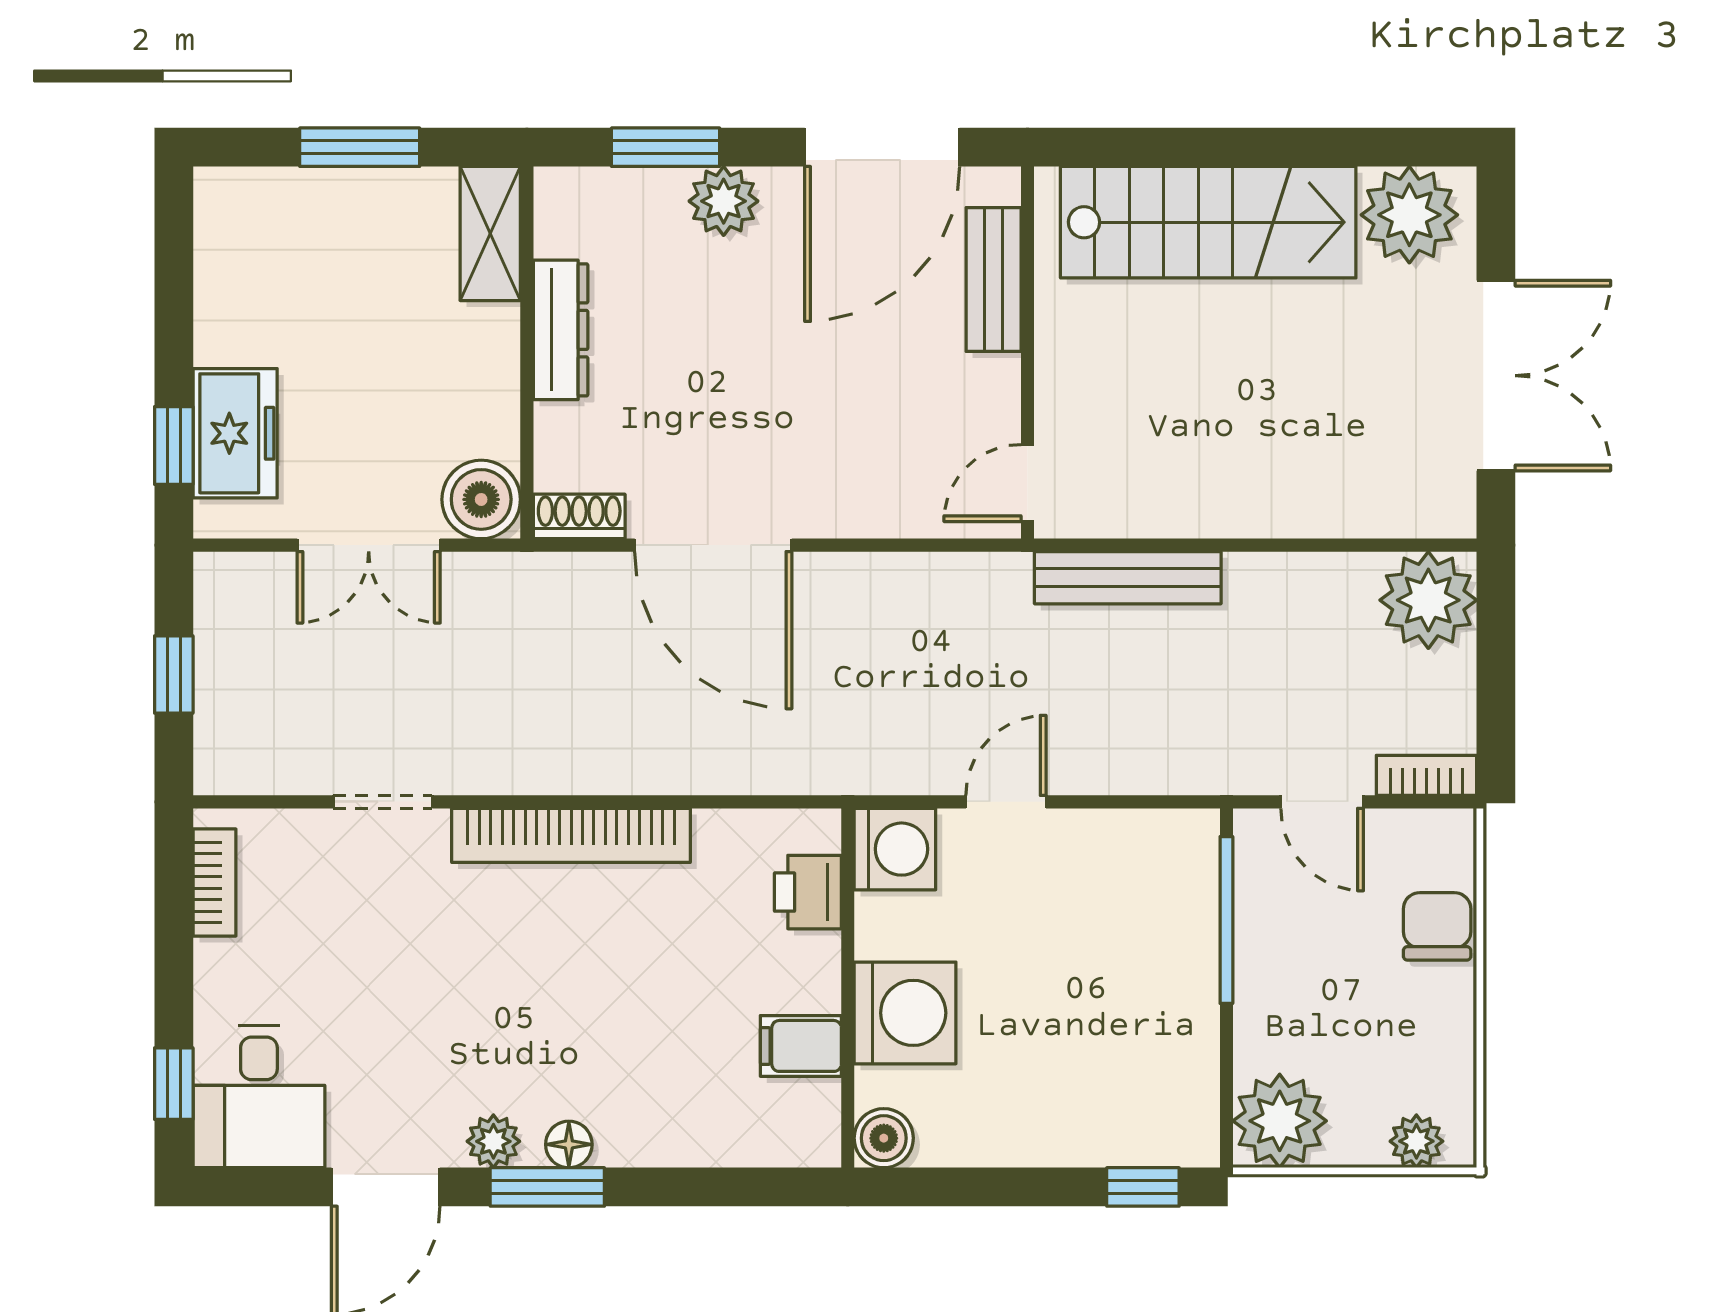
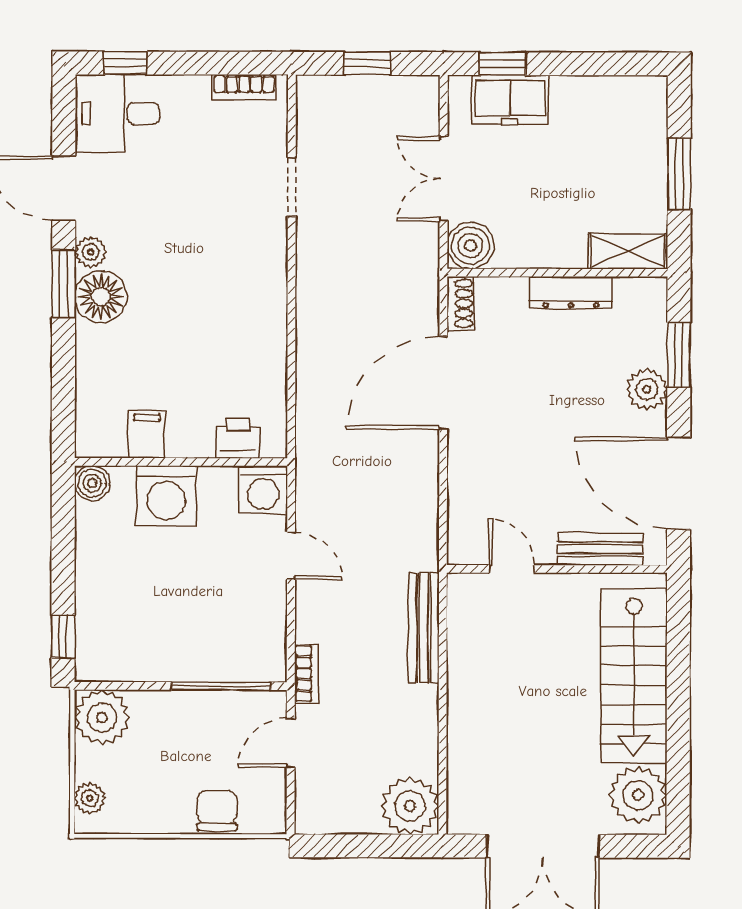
door: (1027, 483) -> (512, 569), moved
bookcase: (1427, 775) -> (306, 674), moved
bookcase: (571, 835) -> (272, 298), removed
chair: (1437, 926) -> (217, 811), turned -90
floor lamp: (569, 1144) -> (101, 297), width x1.89, depth x1.89

